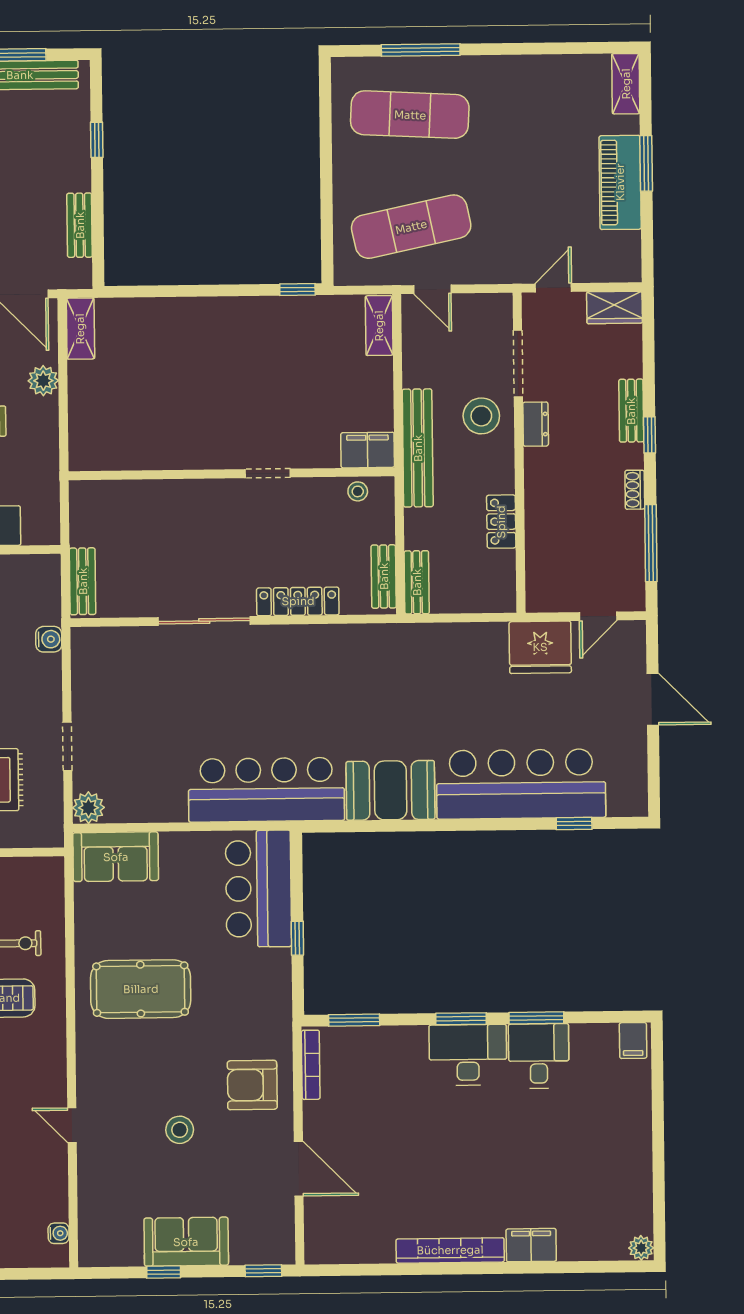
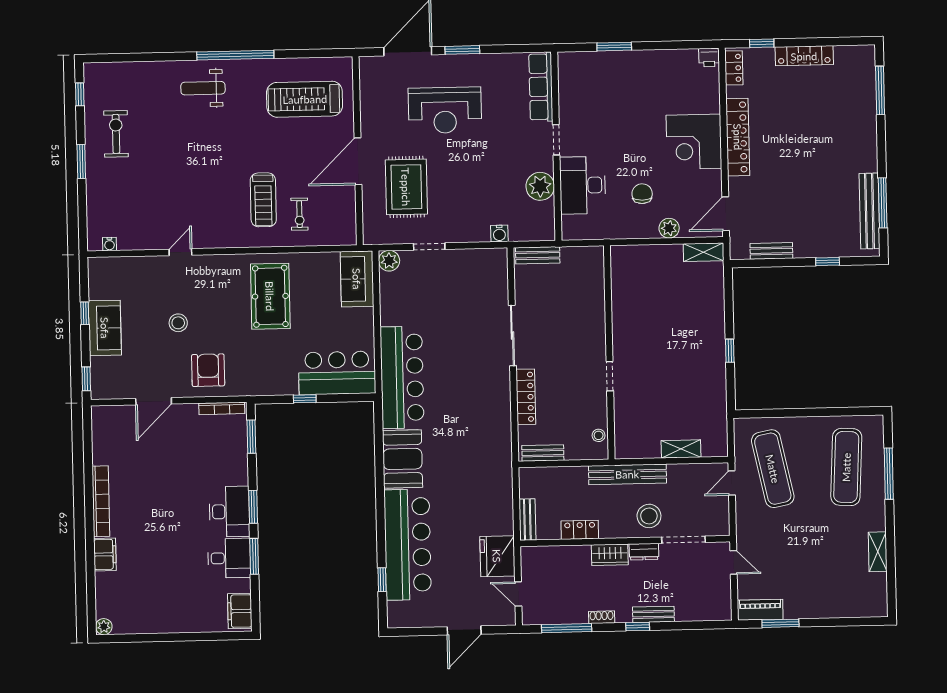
shelving: (626, 84) -> (878, 552), moved, turned 90
window: (646, 163) -> (780, 623), moved
piano: (620, 182) -> (760, 610), moved, width x0.73, depth x0.75
window: (297, 289) -> (730, 351), moved
wardrobe: (614, 307) -> (610, 555), moved, turned -90
shelving: (379, 326) -> (681, 449), moved
filing cabinet: (368, 450) -> (626, 442), removed
bench: (417, 582) -> (527, 520), moved, turned 90
filing cabinet: (633, 1040) -> (240, 611), width x2.00

